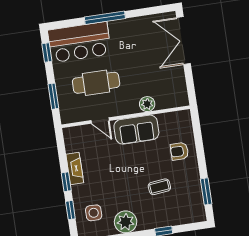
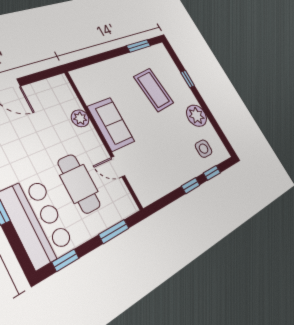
door: (100, 121) -> (118, 167), swing flipped
armchair: (179, 151) -> (114, 76), removed
fireplace: (75, 168) -> (175, 180), removed
coffee table: (159, 187) -> (154, 90), width x1.86, depth x1.72

